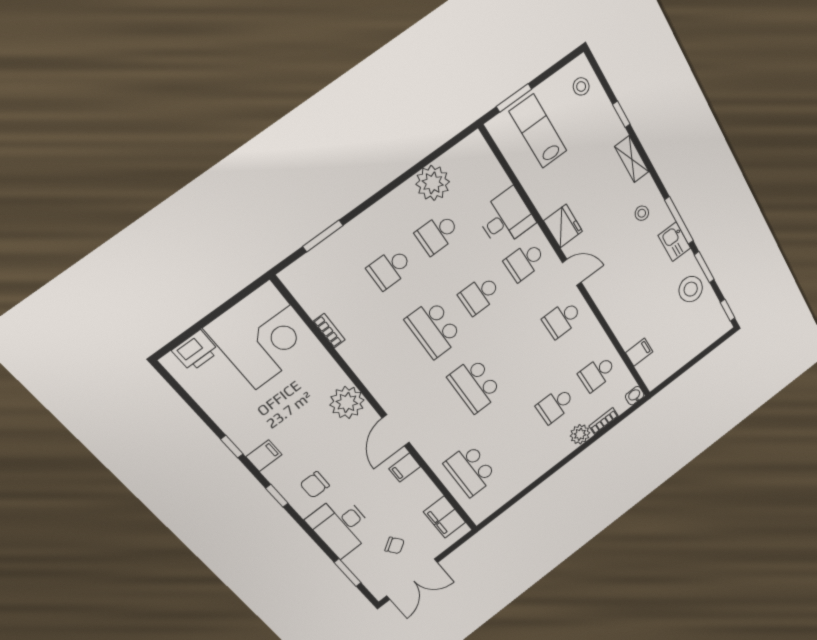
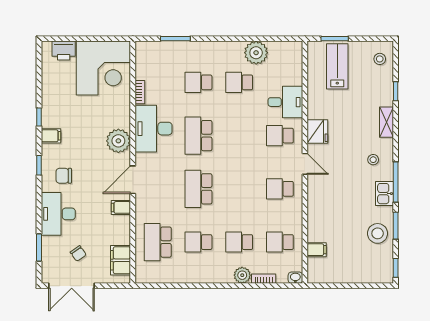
school desk: (480, 295) -> (198, 242), moved
desk: (377, 359) -> (154, 129), added

